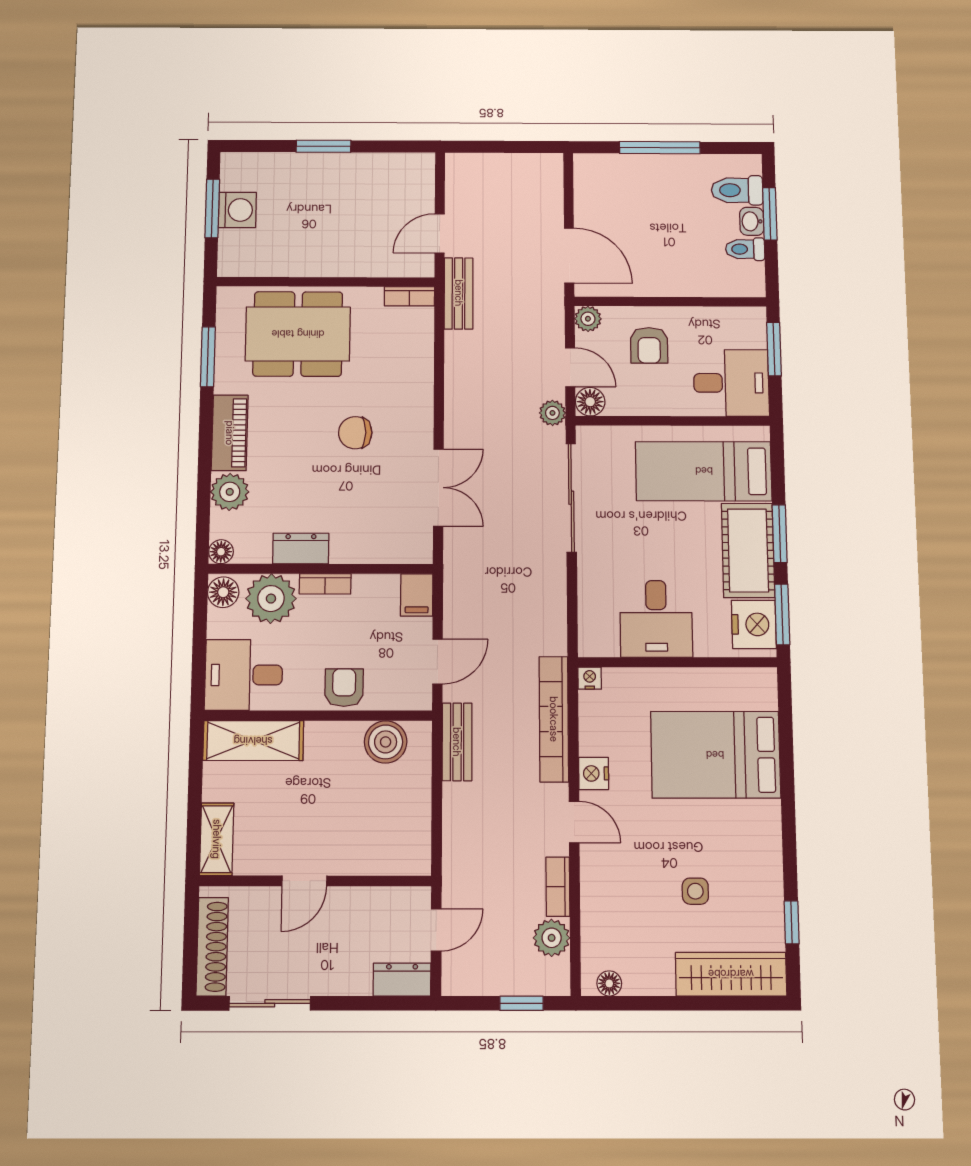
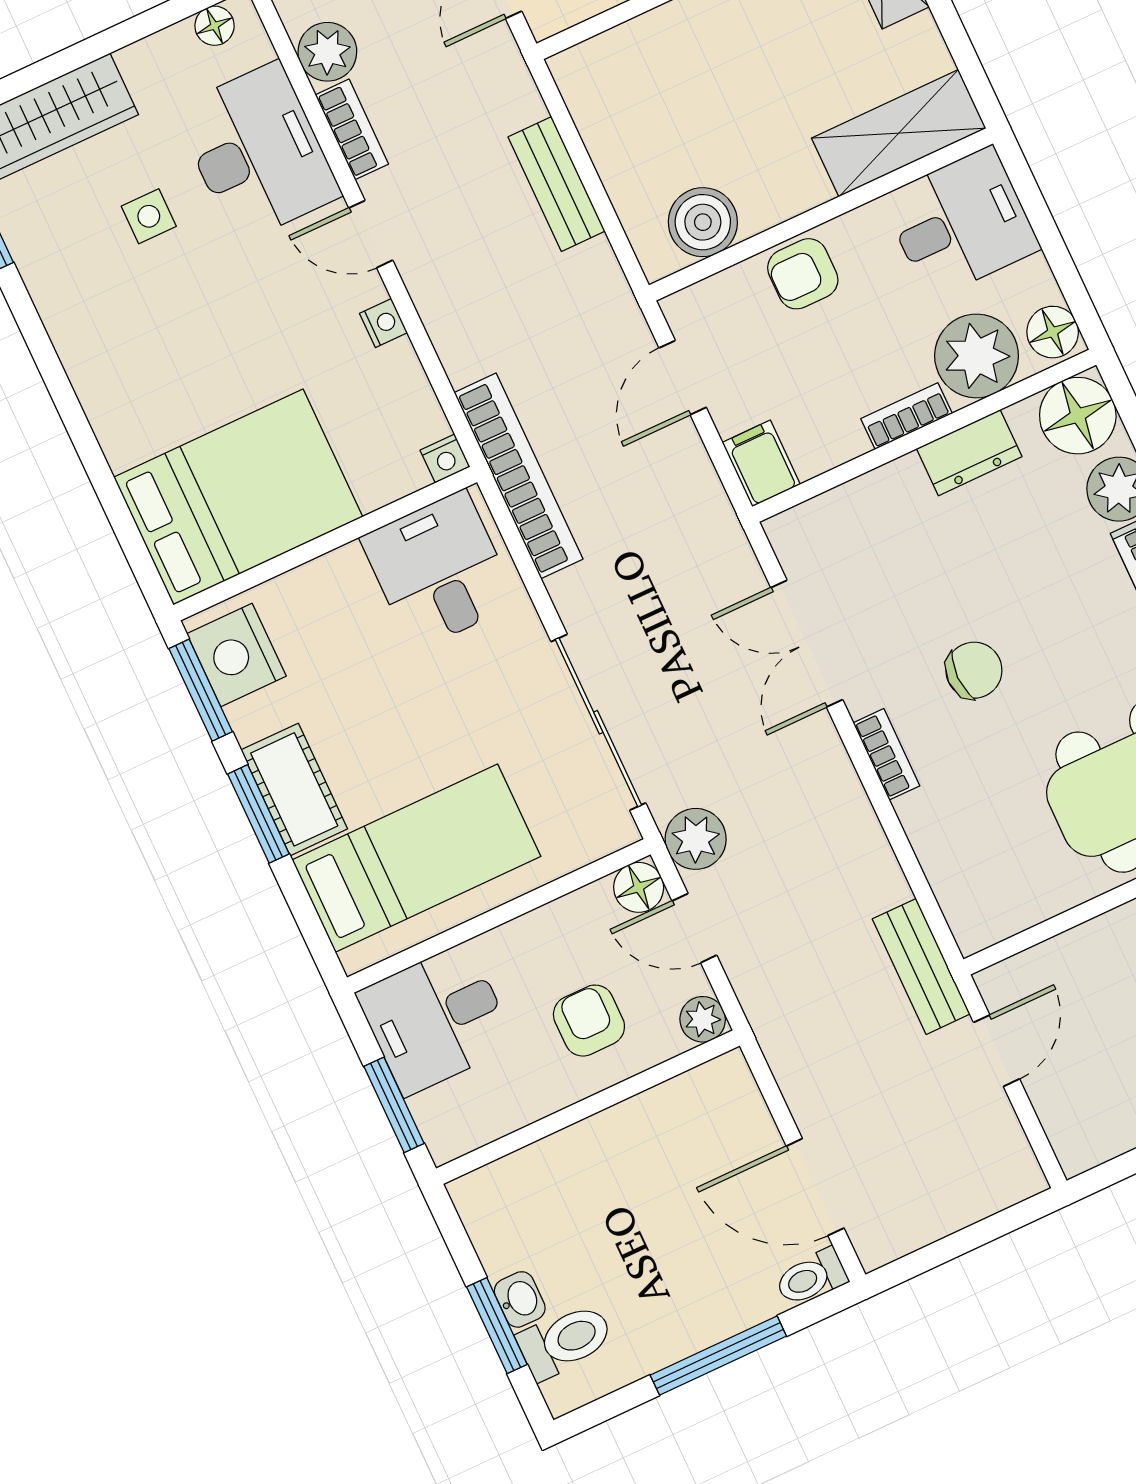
toilet: (745, 249) -> (811, 1277), moved, turned 180
door: (569, 256) -> (815, 1187), moved
bookcase: (409, 296) -> (886, 754), moved, turned 90
plant: (552, 413) -> (696, 839), width x1.38, depth x1.38
cot: (748, 550) -> (294, 789), width x0.73, depth x0.75
floor lamp: (221, 552) -> (1078, 416), width x1.89, depth x1.89
desk: (656, 619) -> (439, 570), moved
armchair: (344, 688) -> (803, 274), turned 90
bookcase: (554, 719) -> (518, 476), moved
bench: (457, 742) -> (557, 184), moved
bed: (715, 755) -> (238, 497), moved
nightstand: (594, 773) -> (383, 323), width x0.72, depth x0.74
desk: (617, 899) -> (257, 152), added

